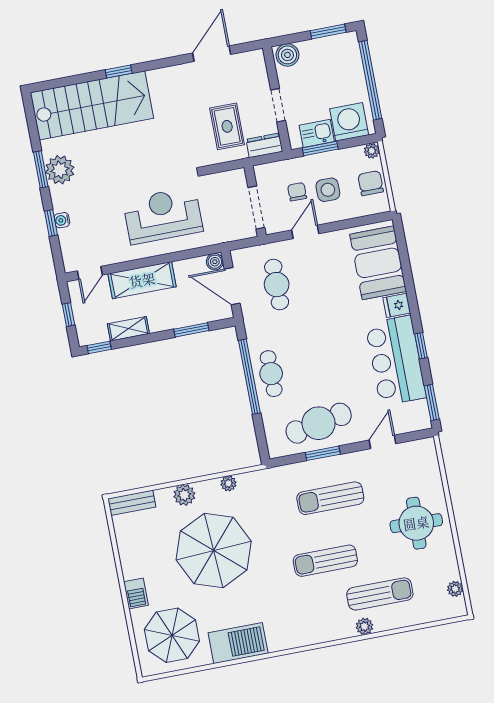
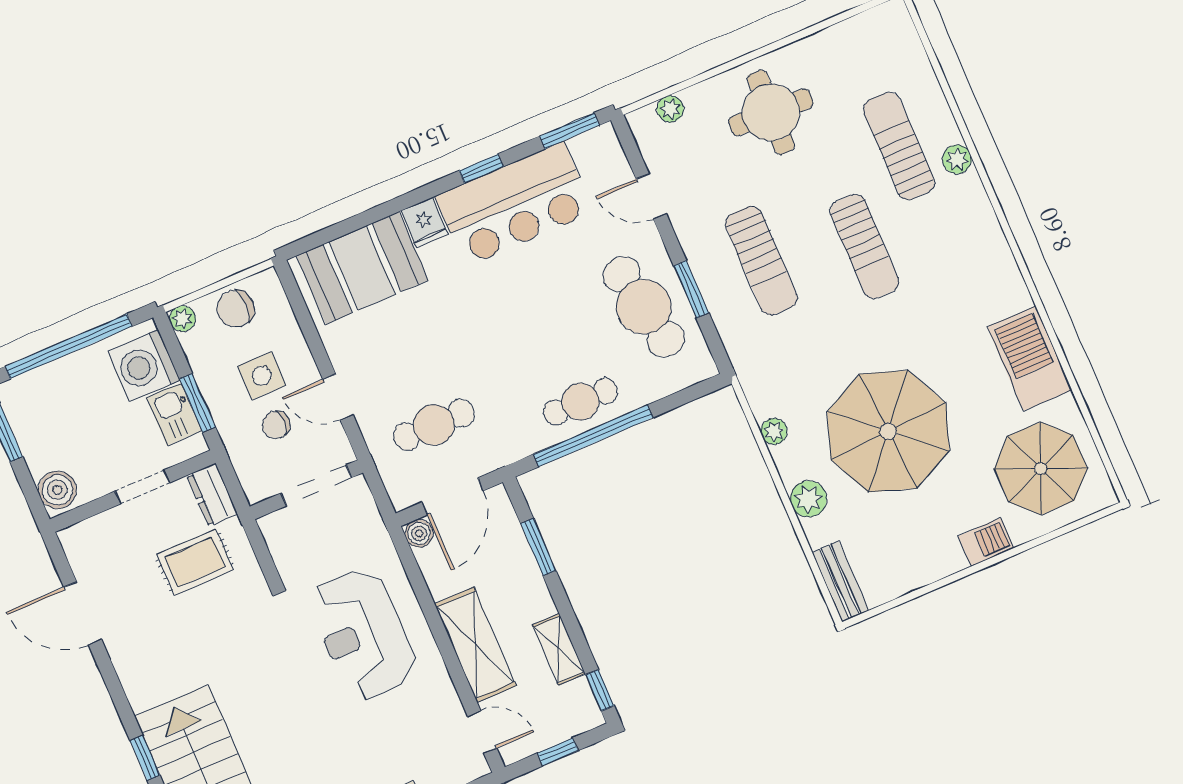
plant: (455, 589) -> (670, 109), moved

